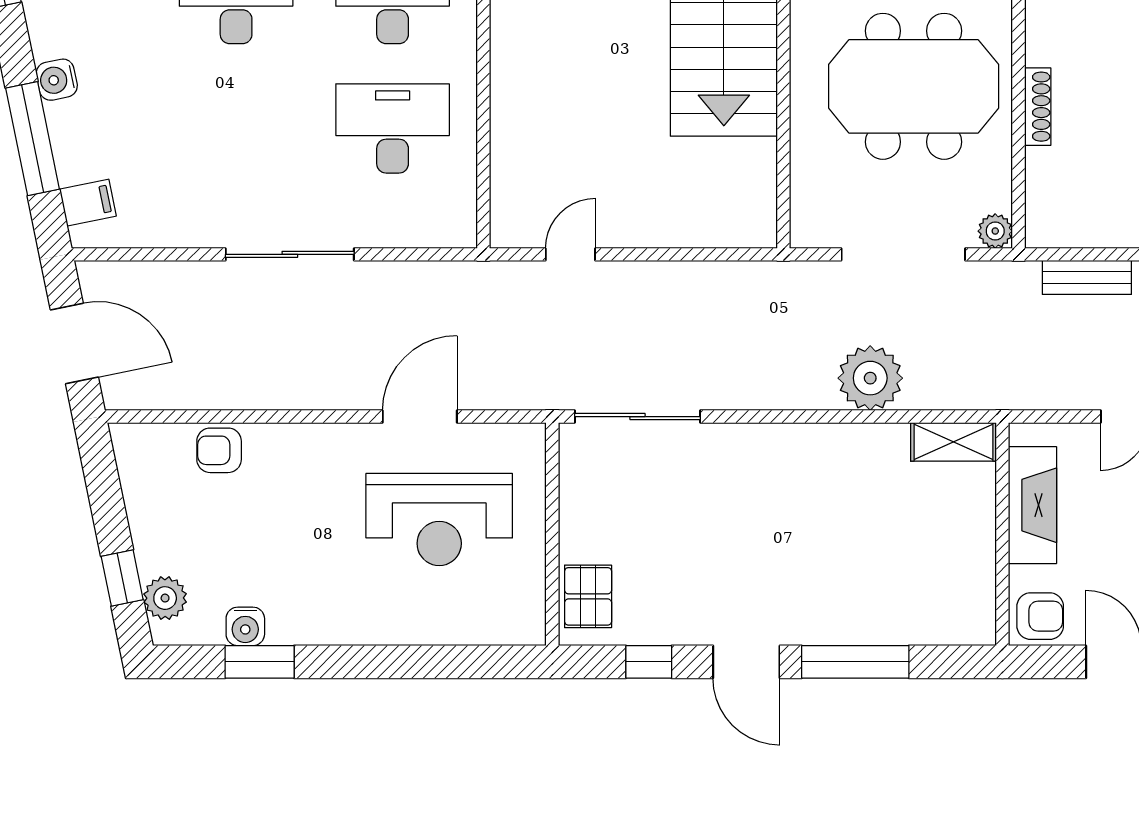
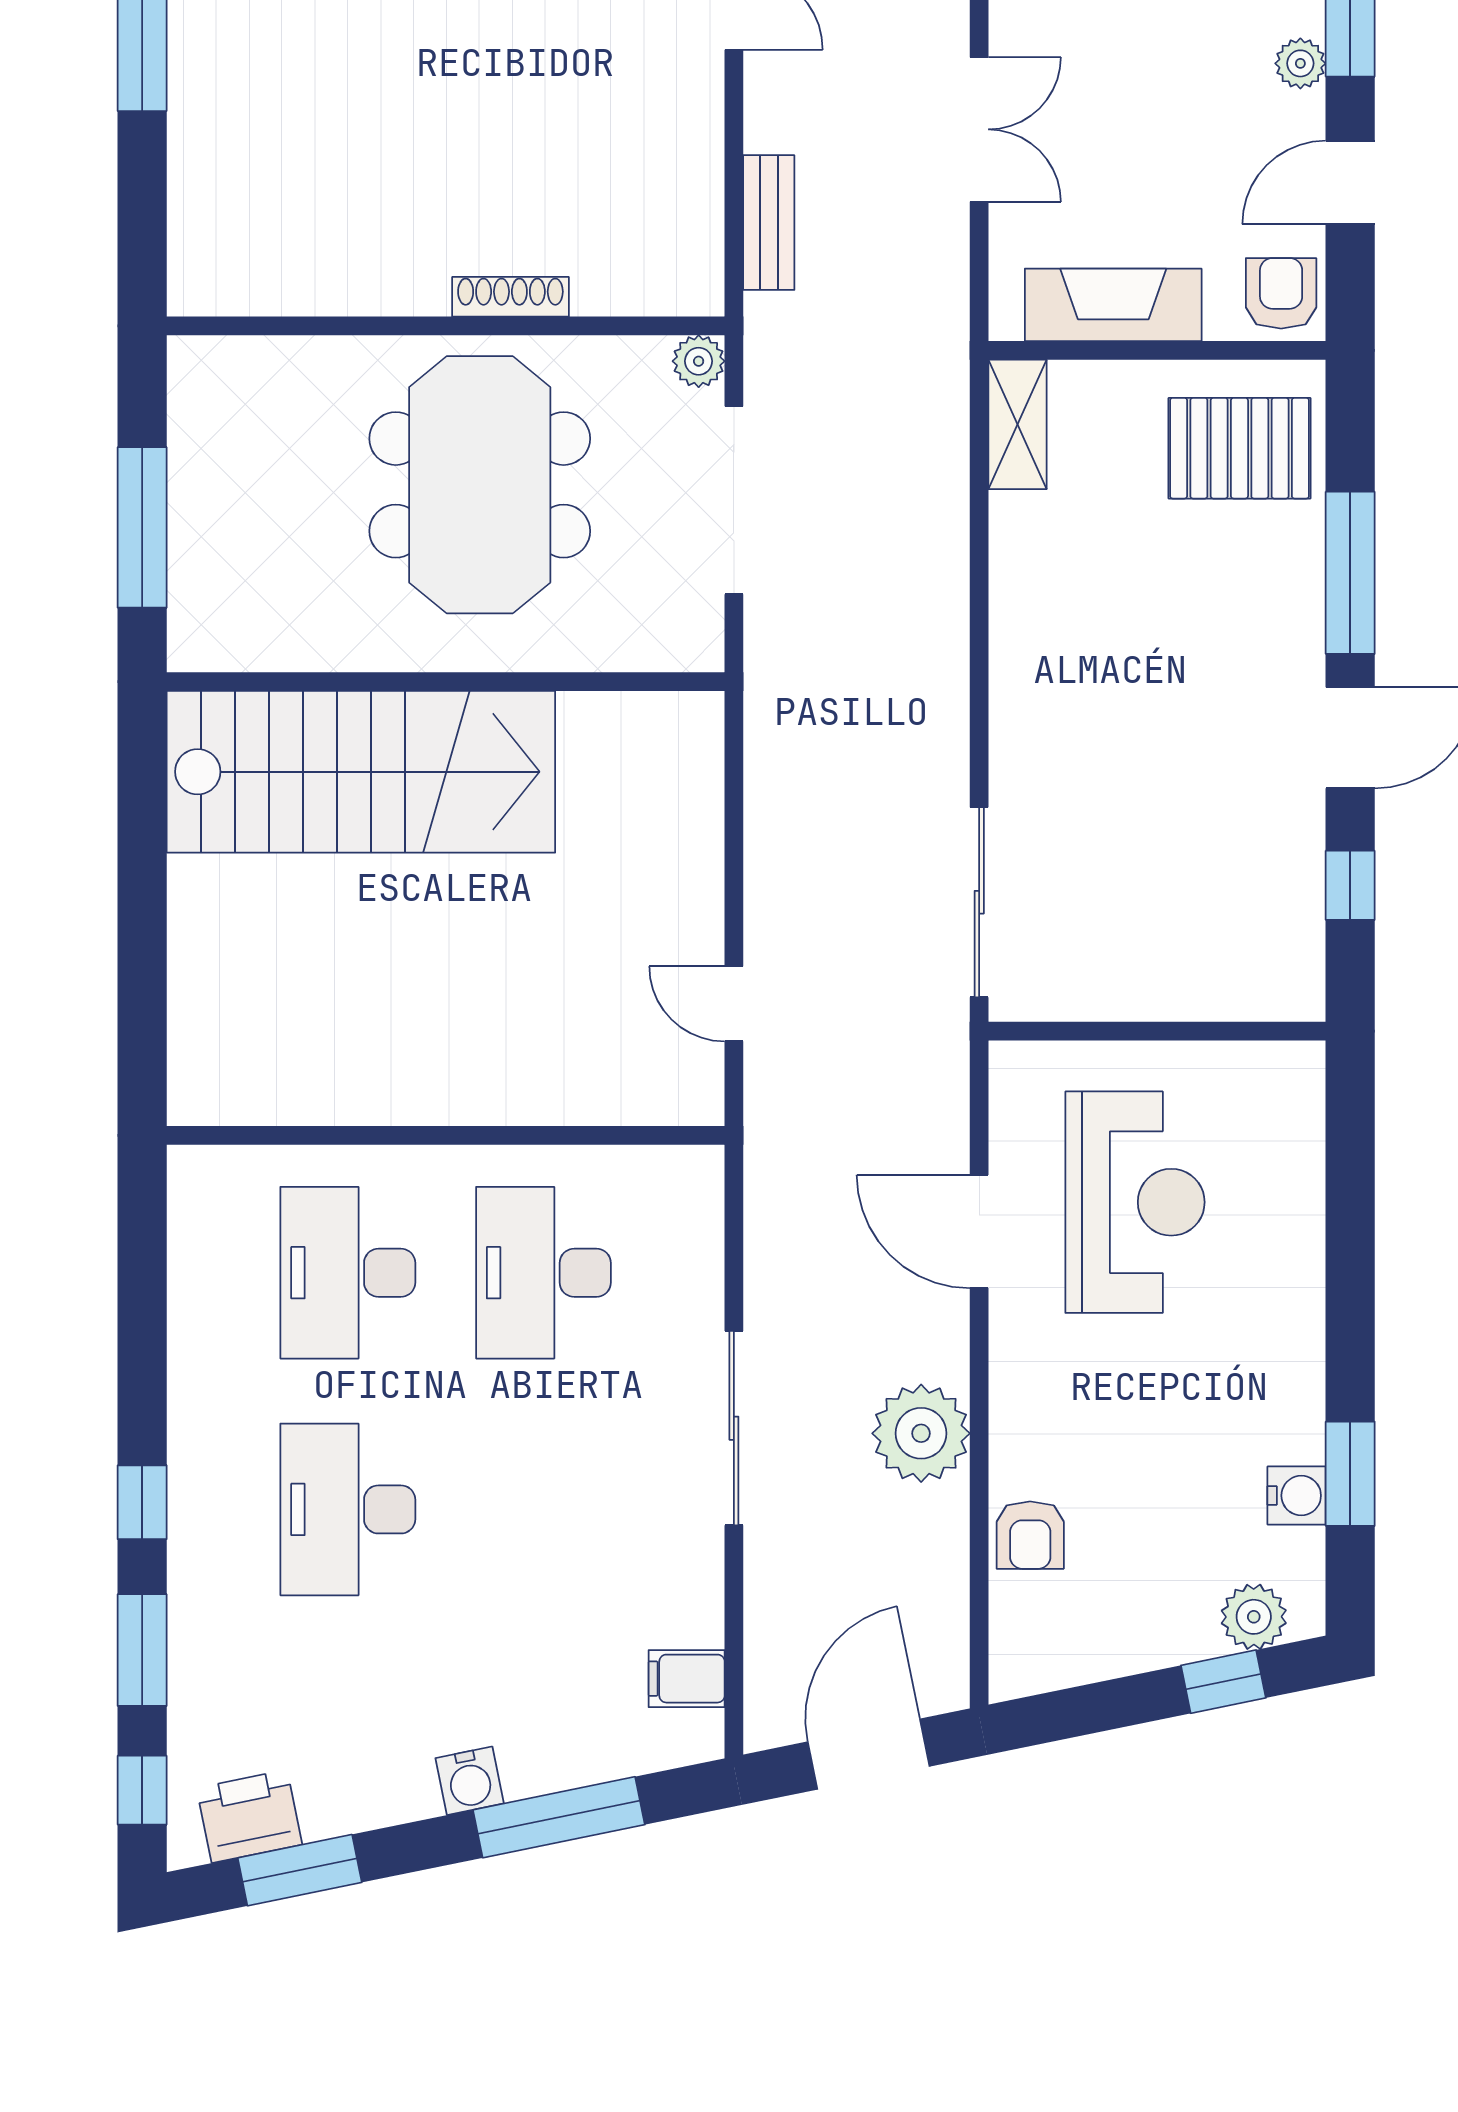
filing cabinet: (88, 203) -> (687, 1679), moved, turned -78
plant: (870, 378) -> (921, 1433), moved
pallet: (588, 596) -> (1239, 448), moved, width x1.50, depth x1.42

